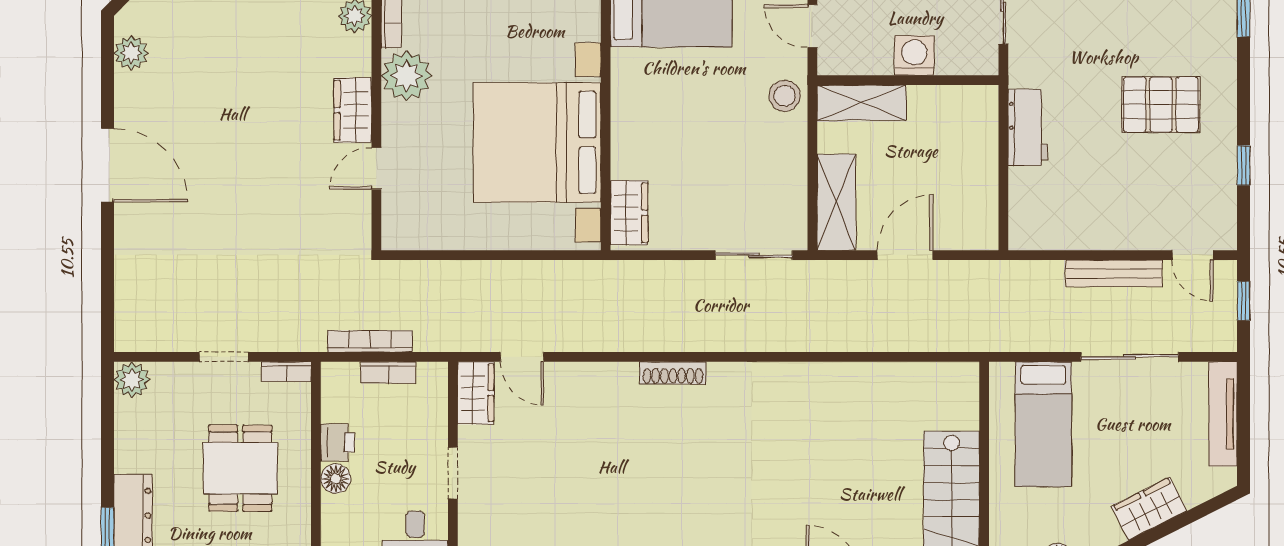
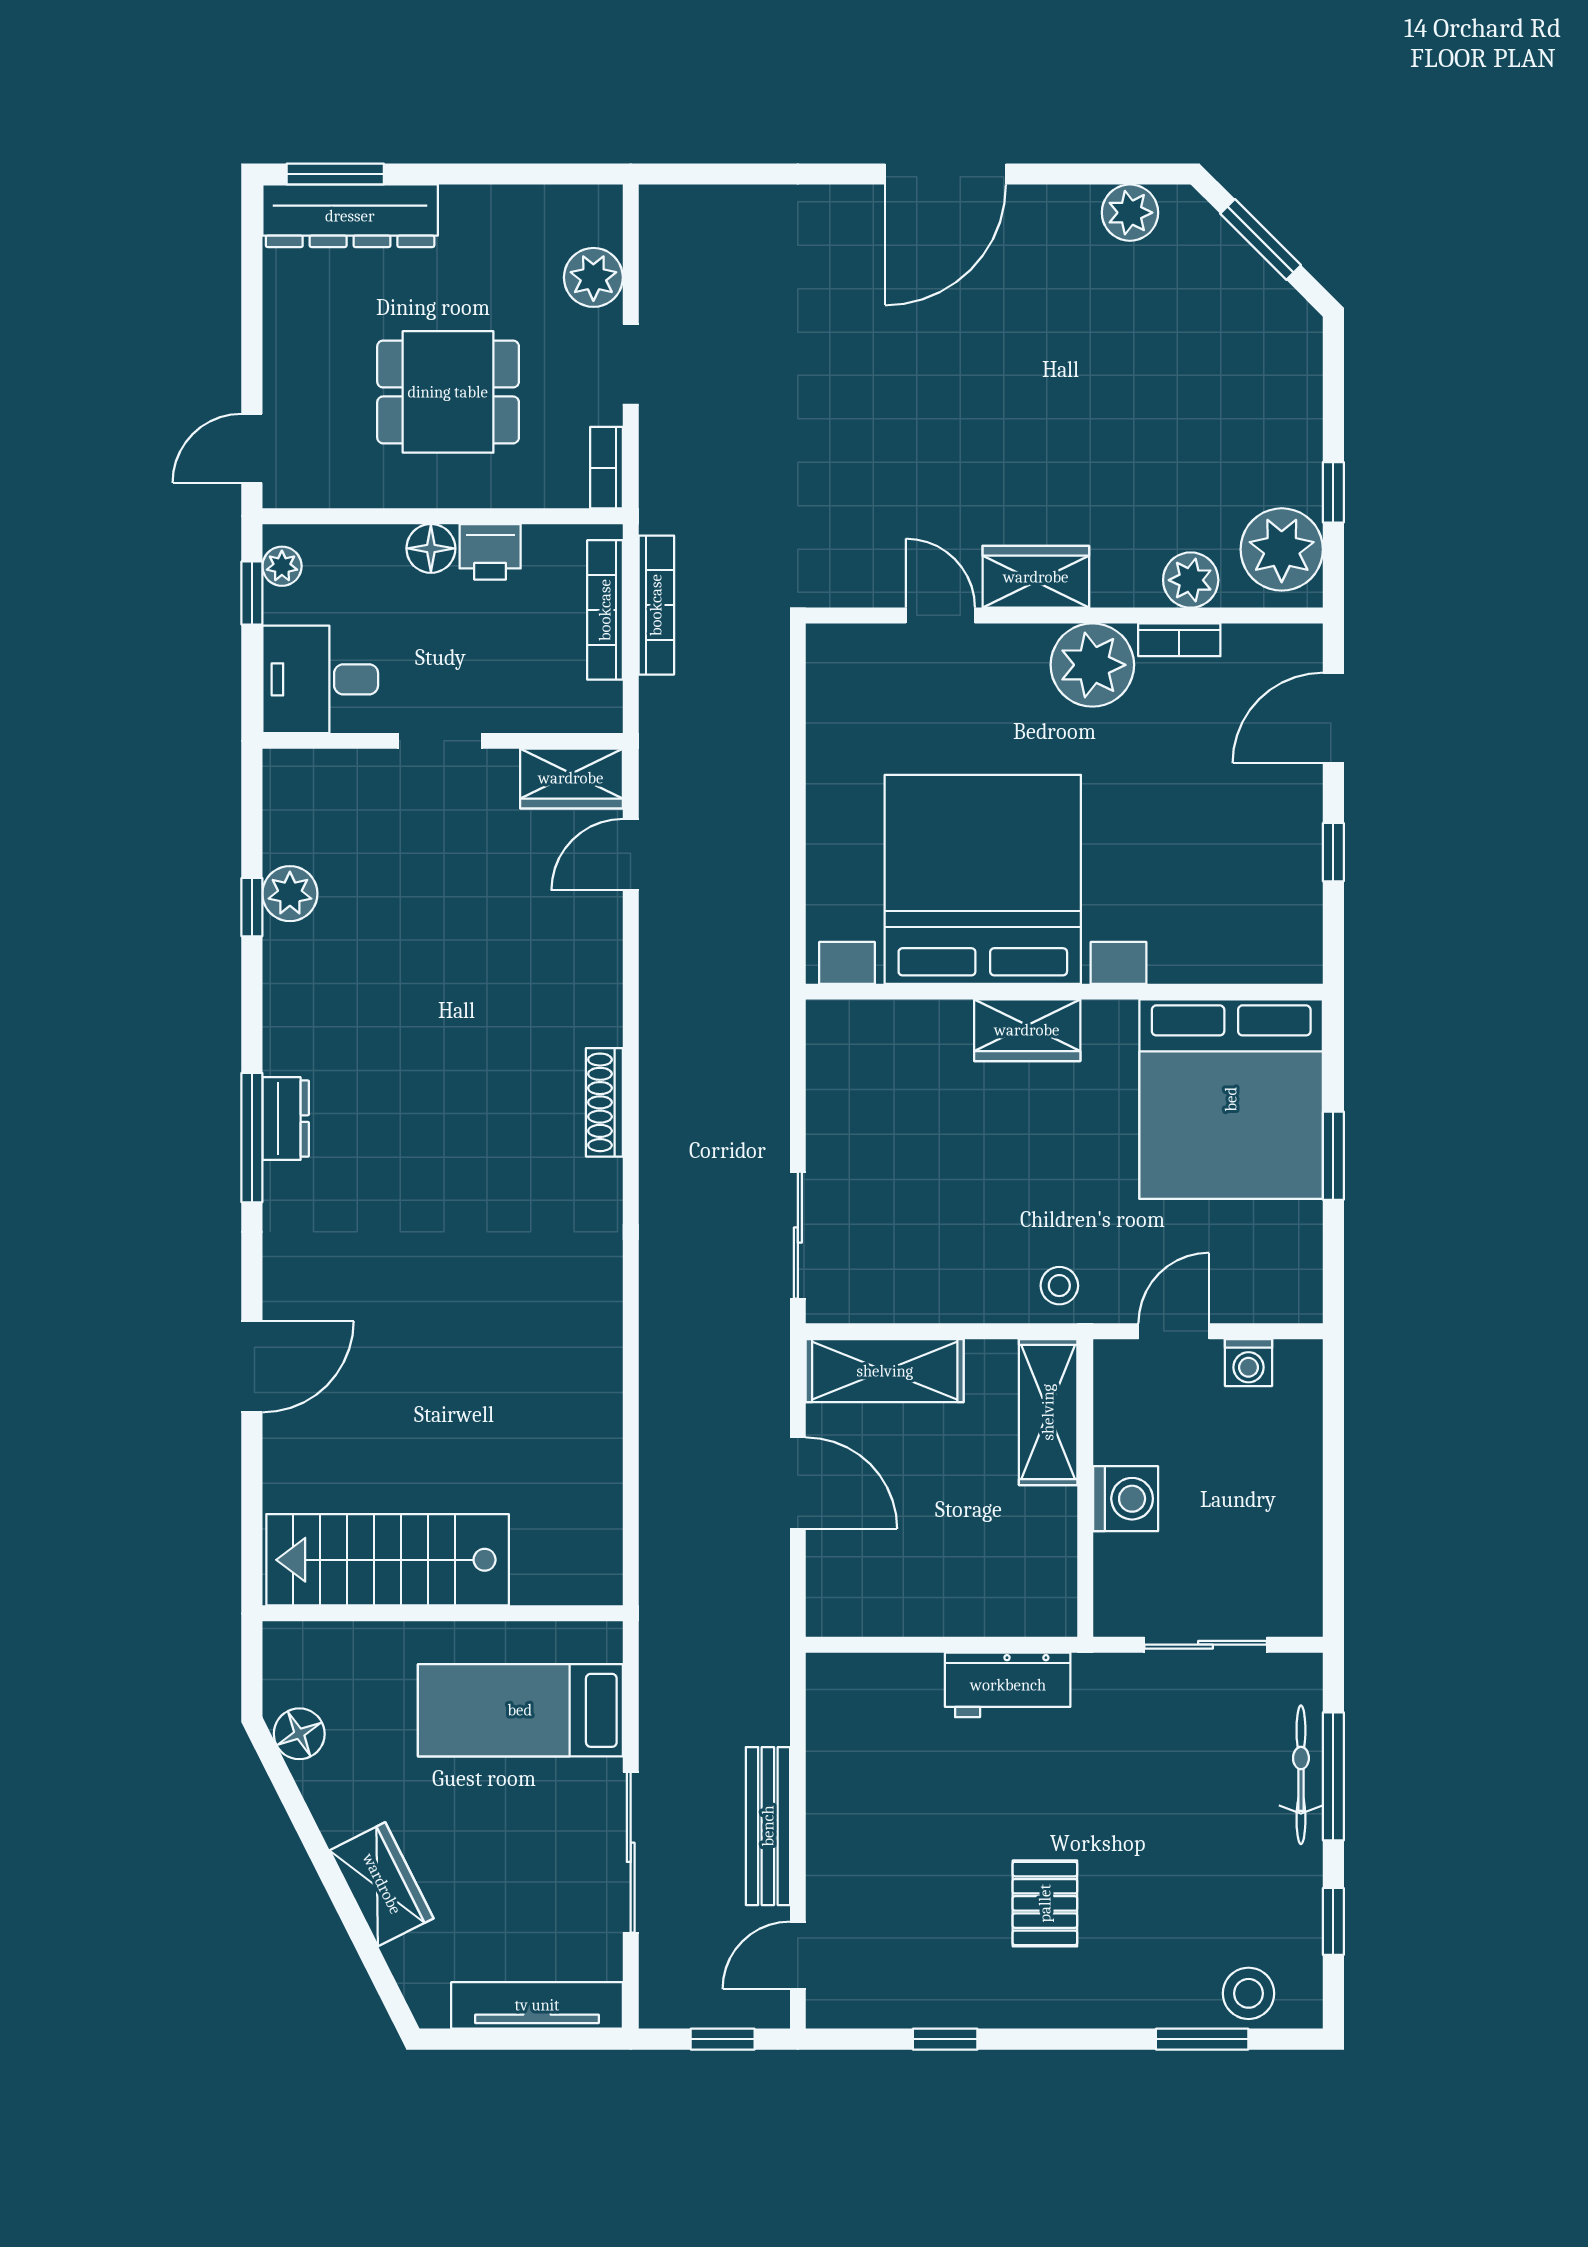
stool: (785, 96) -> (1059, 1286), width x0.73, depth x0.73
pallet: (1161, 105) -> (1045, 1903), width x0.67, depth x0.71
wardrobe: (629, 213) -> (1027, 1030), moved
bookcase: (388, 373) -> (605, 610), width x1.56
plant: (132, 380) -> (593, 277), moved

